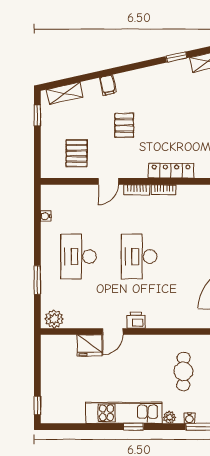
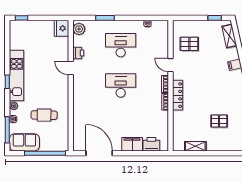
pallet: (124, 125) -> (219, 121), moved
locker: (171, 171) -> (178, 95), moved
printer: (136, 320) -> (78, 53), moved
fridge: (90, 345) -> (62, 28), moved

